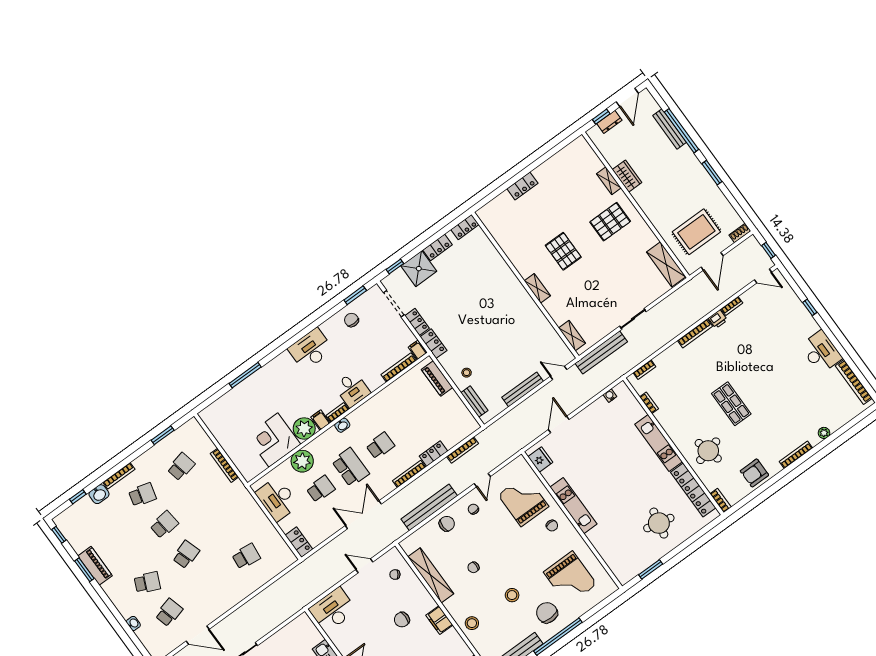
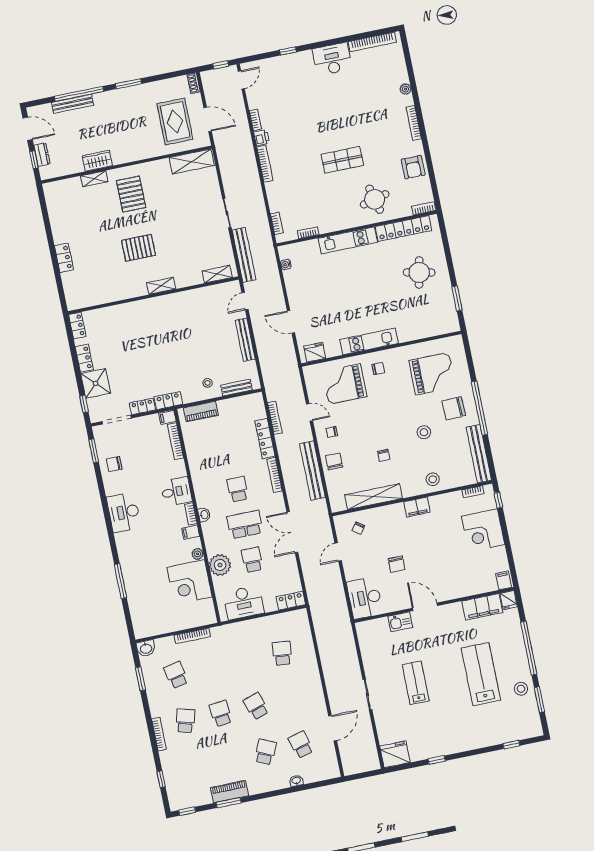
plant: (304, 429) -> (198, 554), width x0.53, depth x0.53
locker: (433, 454) -> (265, 438), width x1.53
washbasin: (99, 494) -> (146, 648), moved, turned 90
chair: (402, 620) -> (397, 564), moved

